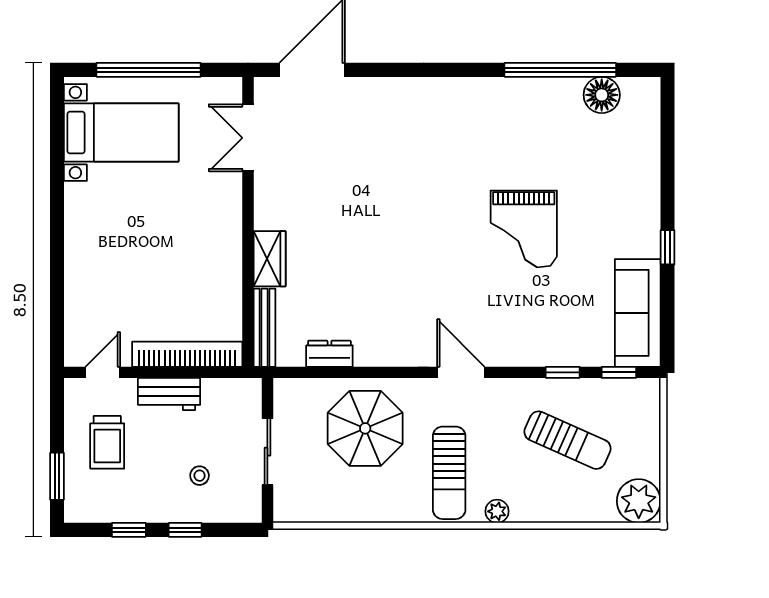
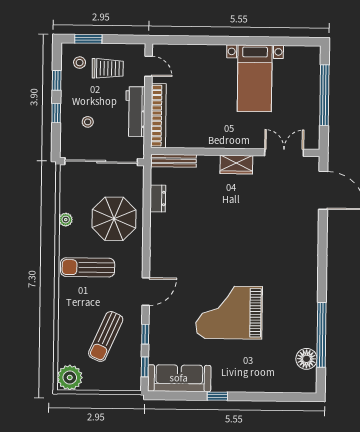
bed with nightstands: (121, 133) -> (255, 78), moved
grand piano: (524, 229) -> (229, 312), width x1.37, depth x1.48
wardrobe: (270, 259) -> (236, 165), moved
door: (461, 372) -> (146, 292), moved
workbench: (169, 394) -> (135, 112), width x1.38
trolley: (107, 442) -> (108, 68), turned 180
sliding door: (267, 452) -> (101, 162), width x1.86
stool: (98, 491) -> (80, 63), added
plant: (497, 511) -> (66, 220), moved

